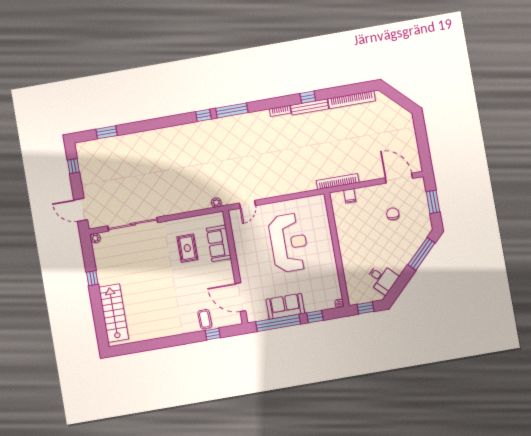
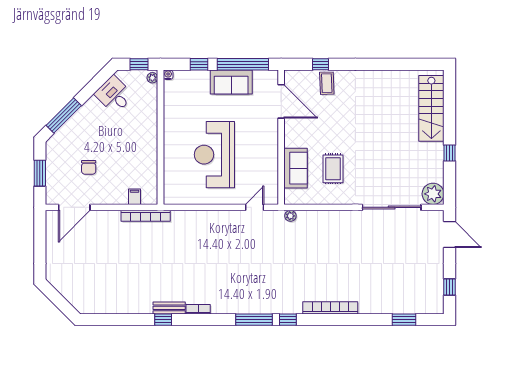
bookcase: (352, 100) -> (330, 308), moved
bench: (309, 107) -> (169, 308), width x0.73
door: (399, 178) -> (74, 207), hinge flipped
plant: (95, 238) -> (433, 194), width x1.88, depth x1.88
plant: (352, 299) -> (152, 78), added

